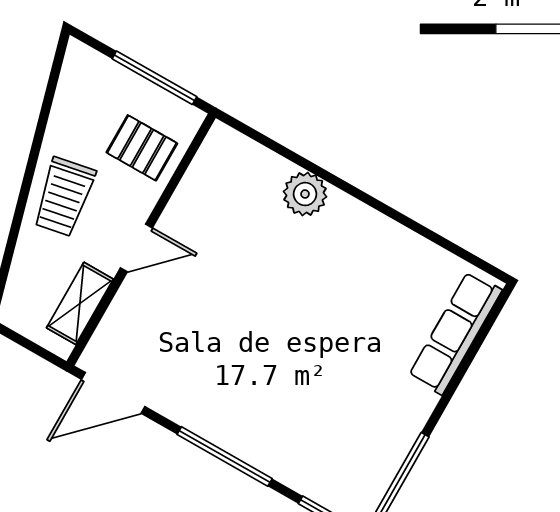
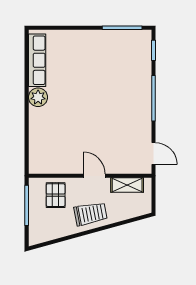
plant: (305, 194) -> (38, 97), moved
row of seats: (455, 333) -> (37, 60), moved, turned -90
door: (113, 393) -> (153, 154), width x0.73

